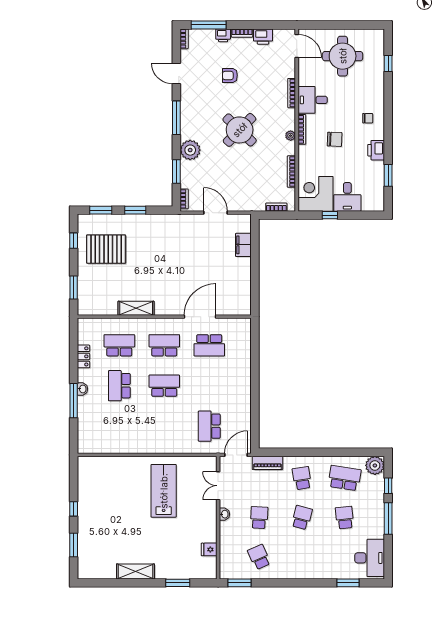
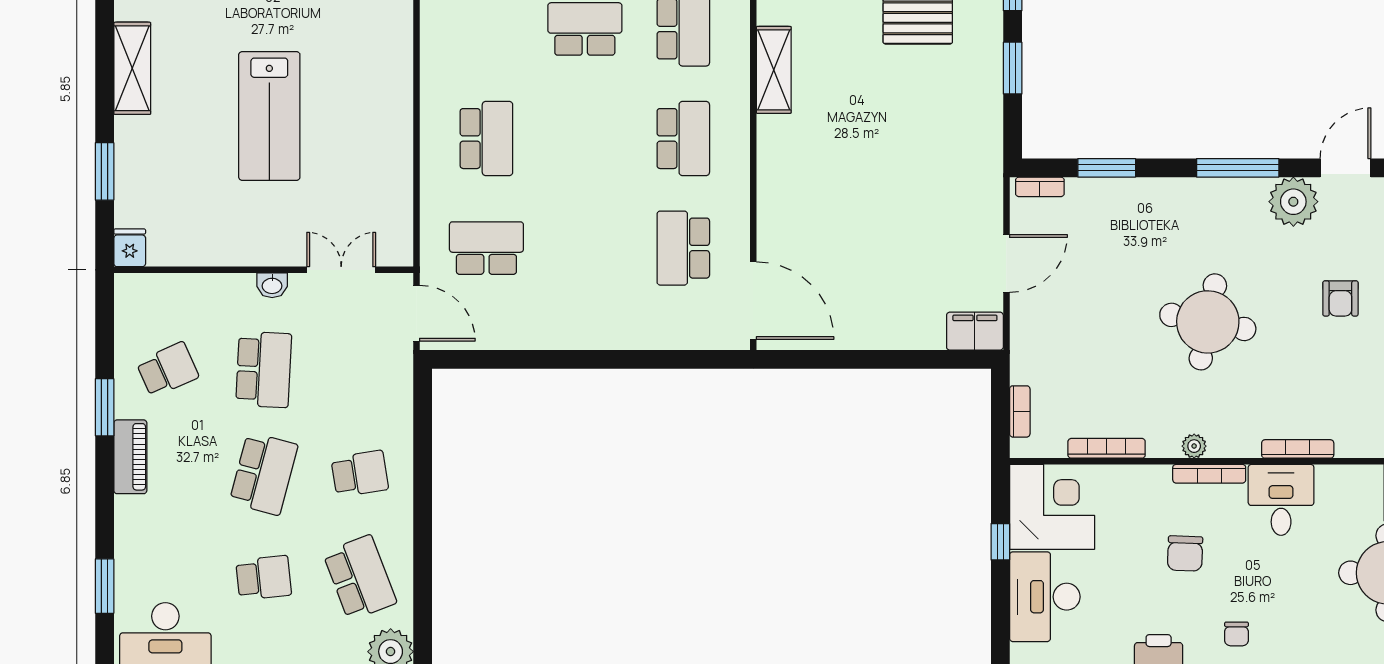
armchair: (230, 75) -> (1340, 298), turned 180
round table: (240, 130) -> (1208, 322), turned -33
plant: (190, 150) -> (1293, 202), moved
desk: (347, 197) -> (1045, 597), width x1.37
filing cabinet: (243, 245) -> (975, 331), moved
door: (200, 317) -> (753, 301), moved
school desk: (164, 386) -> (486, 139), moved
piano: (267, 463) -> (130, 457), moved, turned 180
school desk: (345, 478) -> (360, 578), turned -30
lab bench: (164, 491) -> (269, 116), moved, turned 90
school desk: (259, 518) -> (264, 370), width x1.85
school desk: (302, 518) -> (264, 474), width x1.85
fridge: (209, 549) -> (130, 248), moved
window: (240, 583) -> (105, 407), moved

